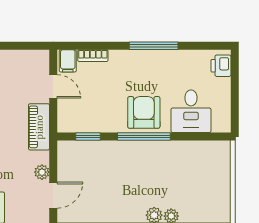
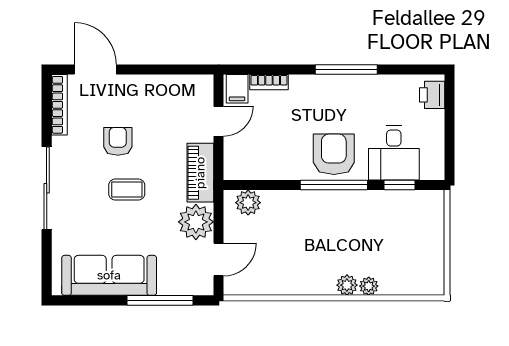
door: (53, 86) -> (219, 121), hinge flipped
window: (88, 137) -> (399, 185), moved
plant: (76, 150) -> (248, 203), added
plant: (42, 172) -> (196, 222), width x1.88, depth x1.88

